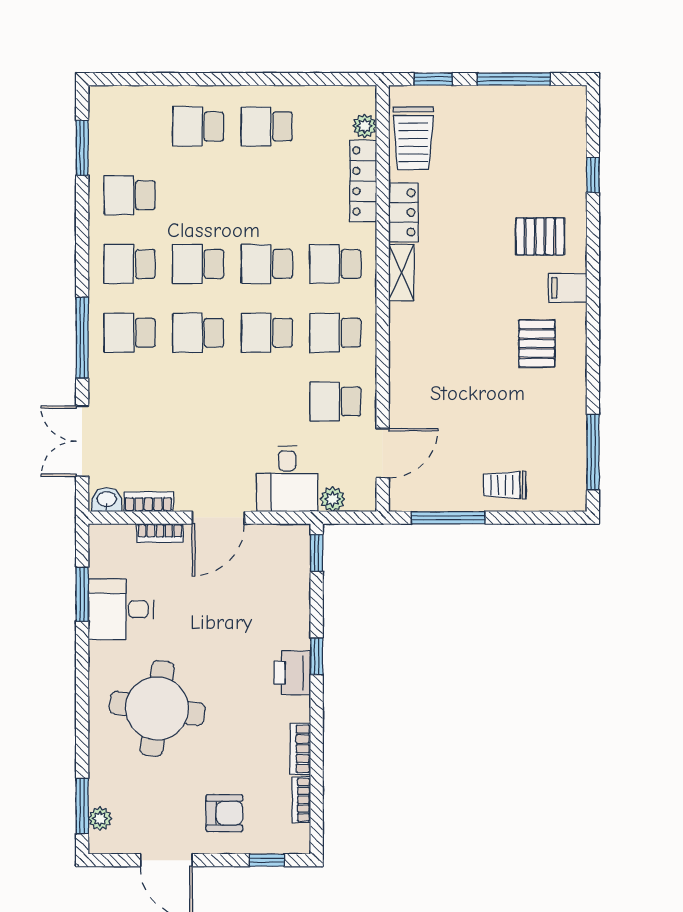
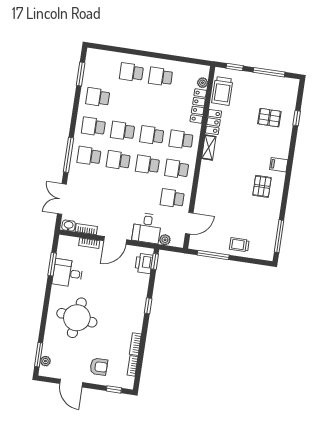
pallet: (540, 236) -> (269, 118), moved
printer: (292, 673) -> (144, 263), moved

